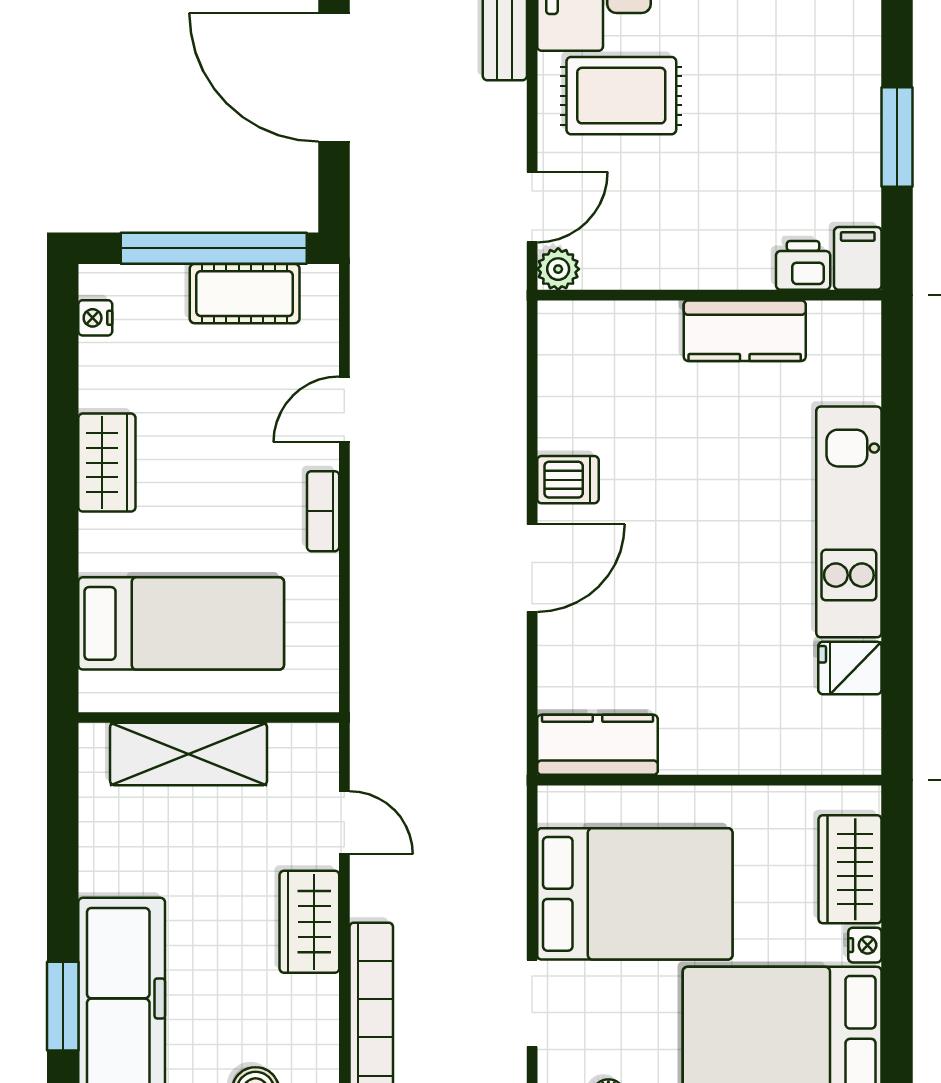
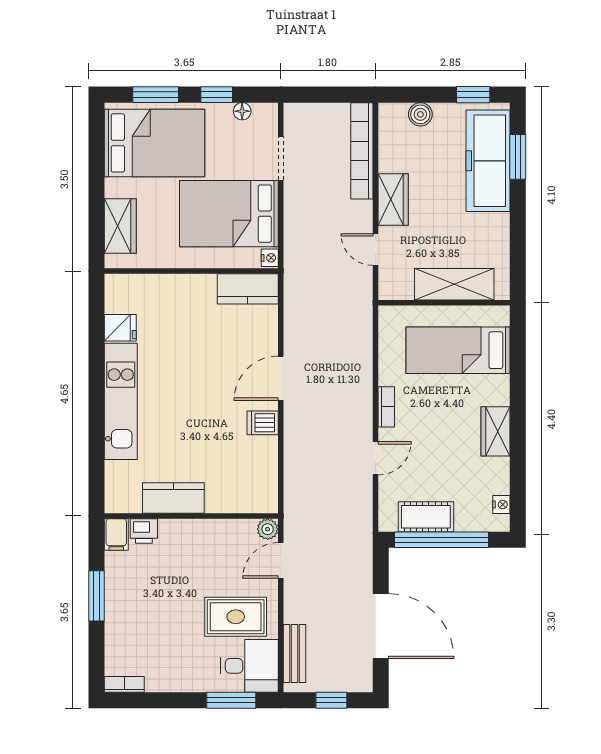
nightstand: (865, 945) -> (270, 258), moved, turned 180

